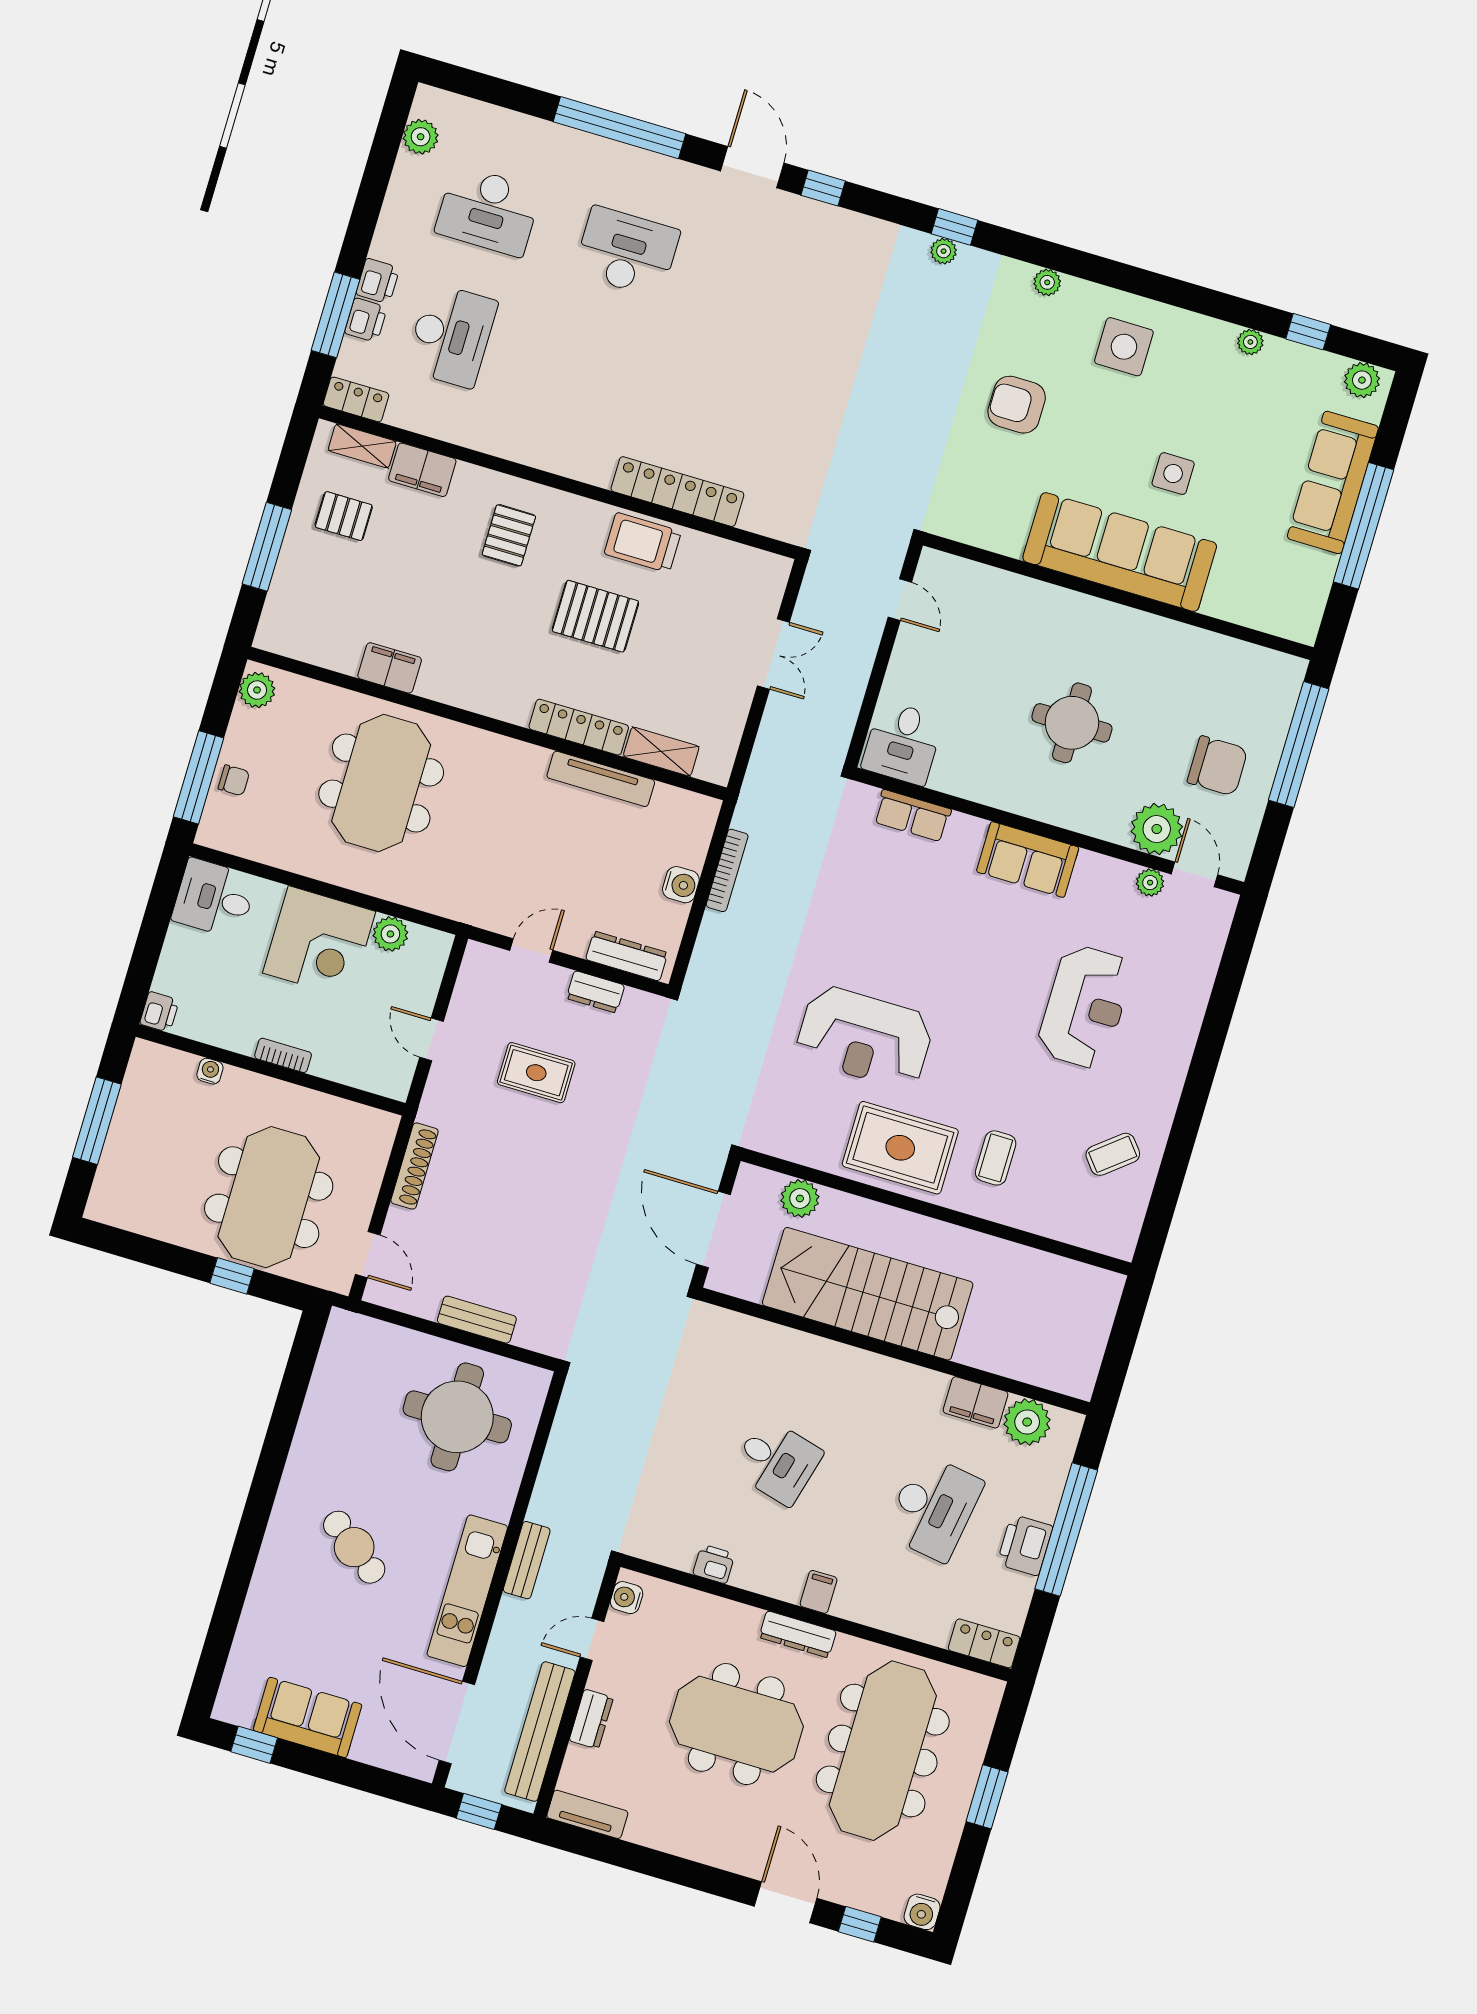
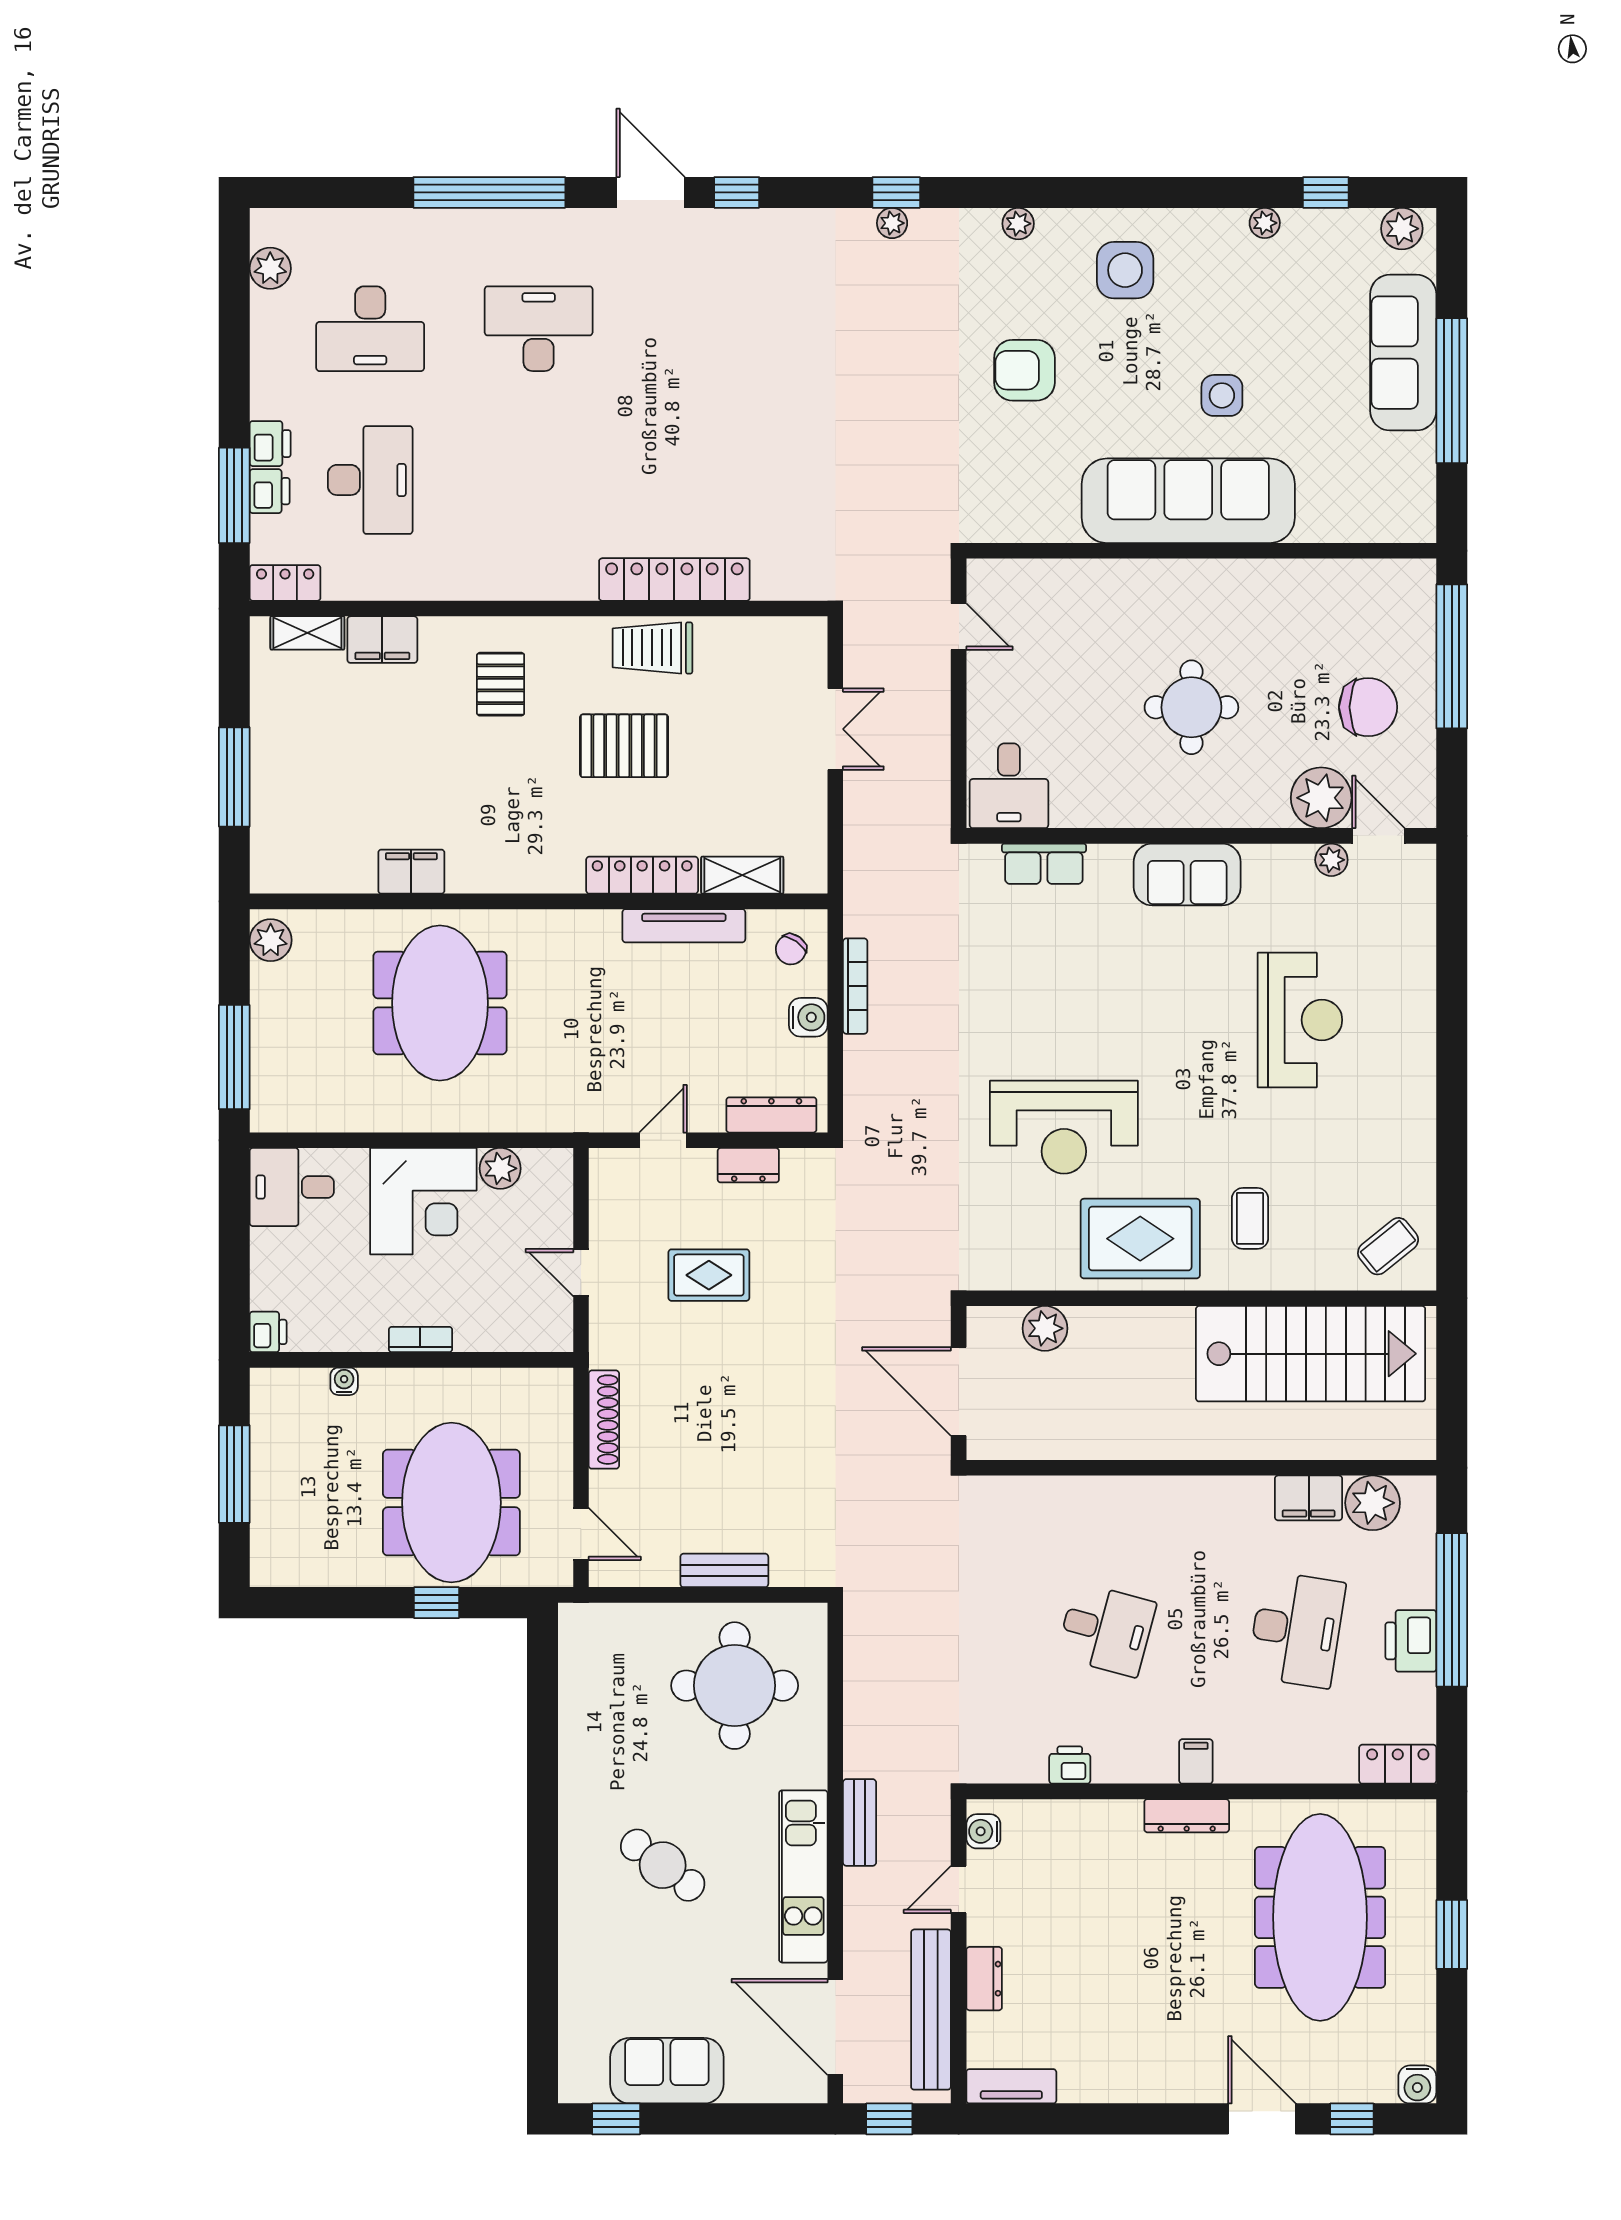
pallet: (344, 516) -> (310, 717), removed
chair: (234, 780) -> (791, 949), moved, turned 125
coffee table: (1113, 1154) -> (1388, 1246), moved
stairs: (868, 1294) -> (1311, 1354), moved, turned 180
meeting table: (736, 1724) -> (1148, 1936), removed

